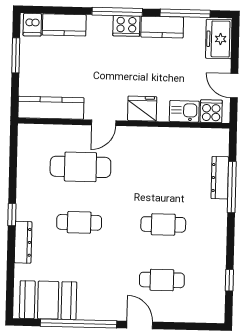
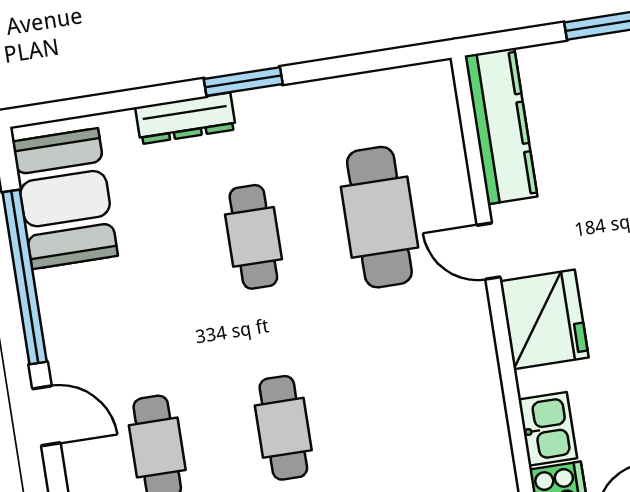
fridge: (142, 109) -> (544, 319), width x1.36, depth x1.34
window: (12, 215) -> (243, 82), width x1.50
door: (140, 325) -> (46, 416), hinge flipped

